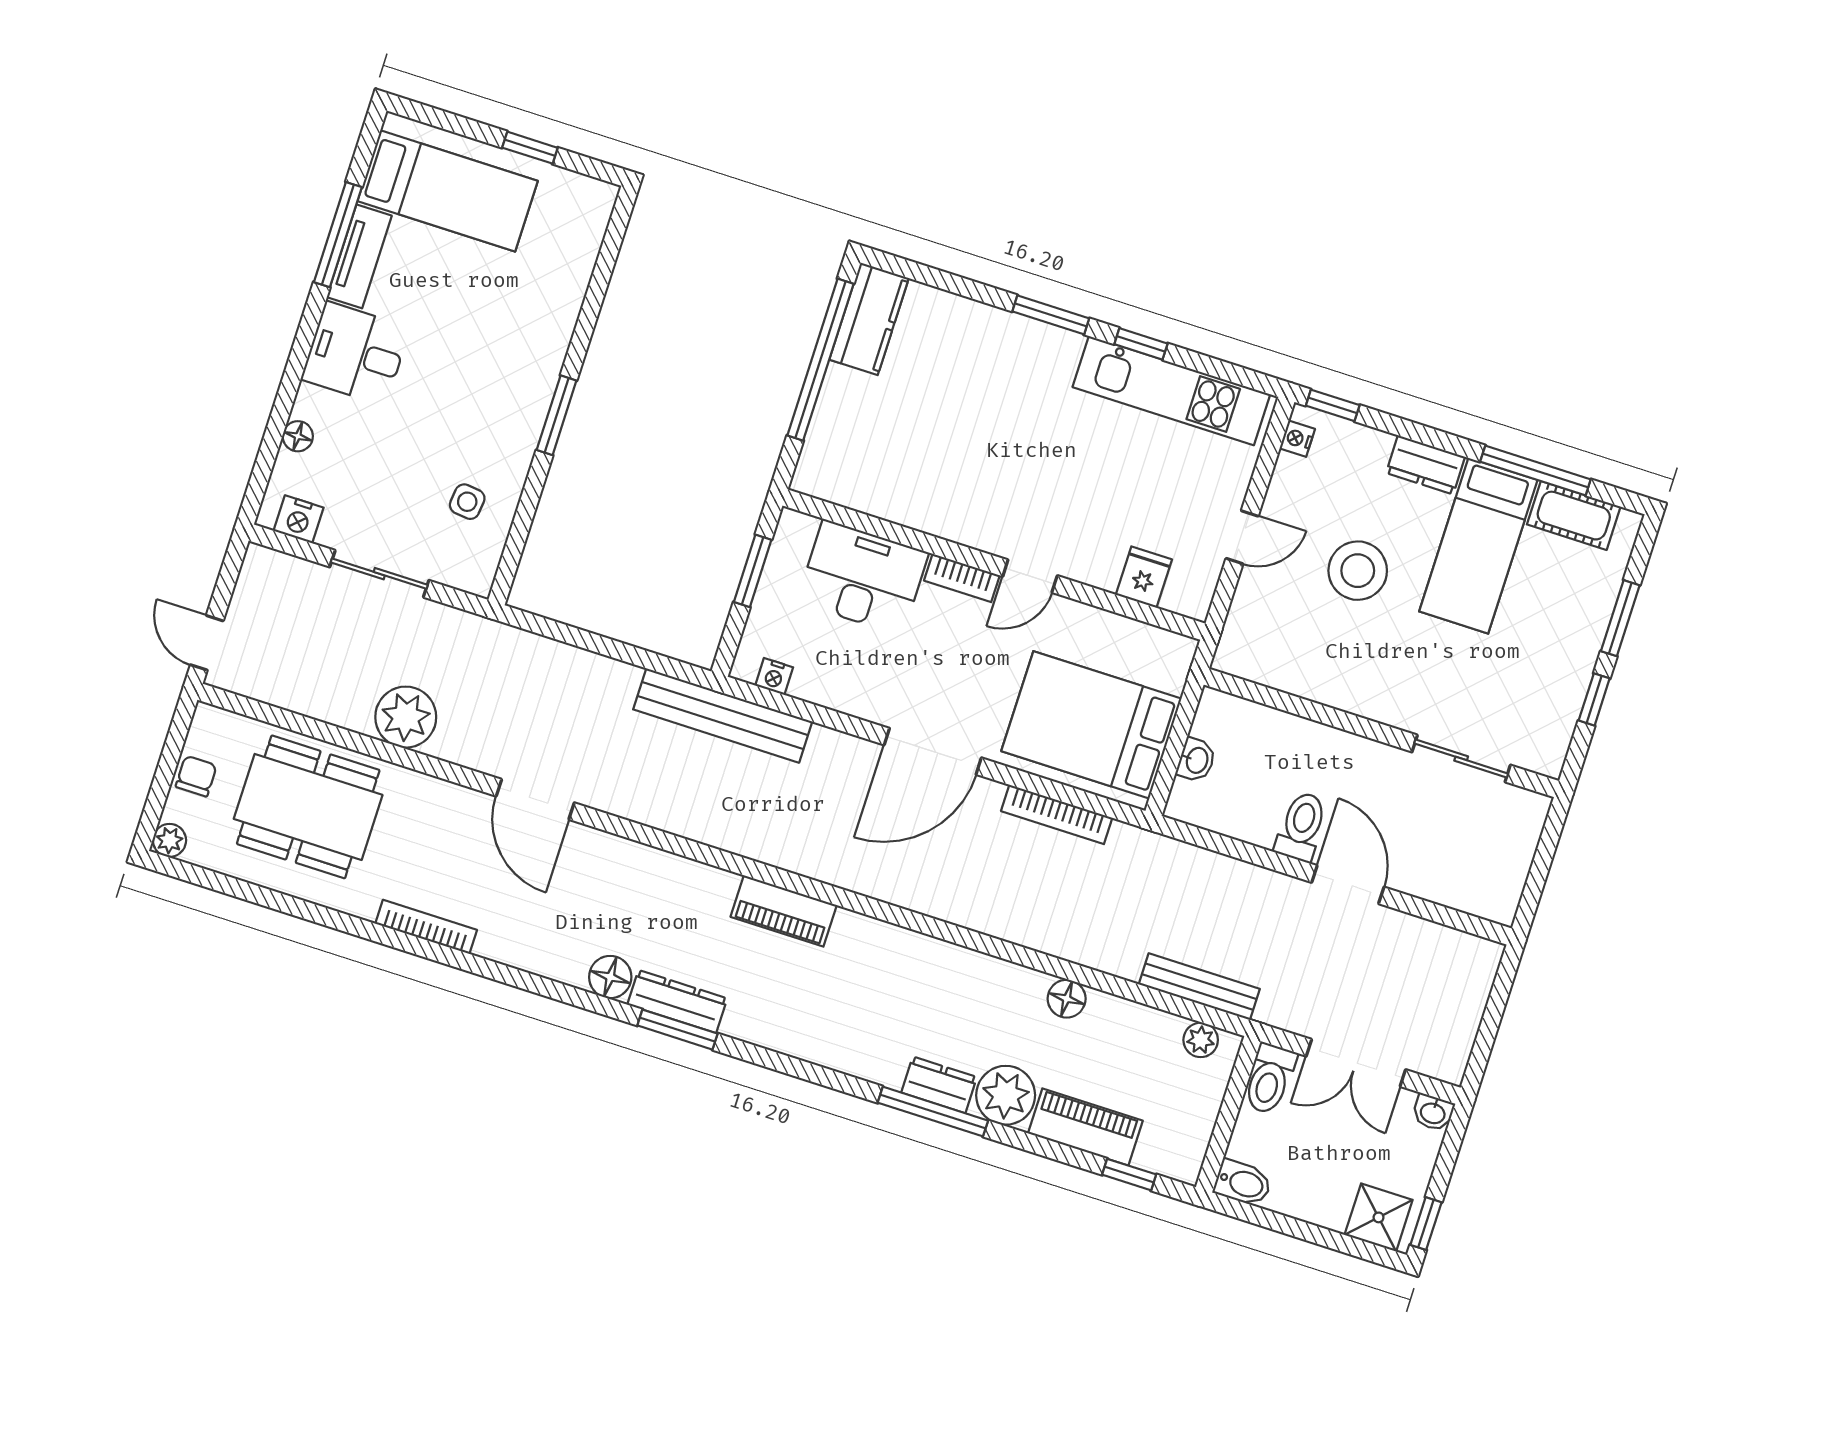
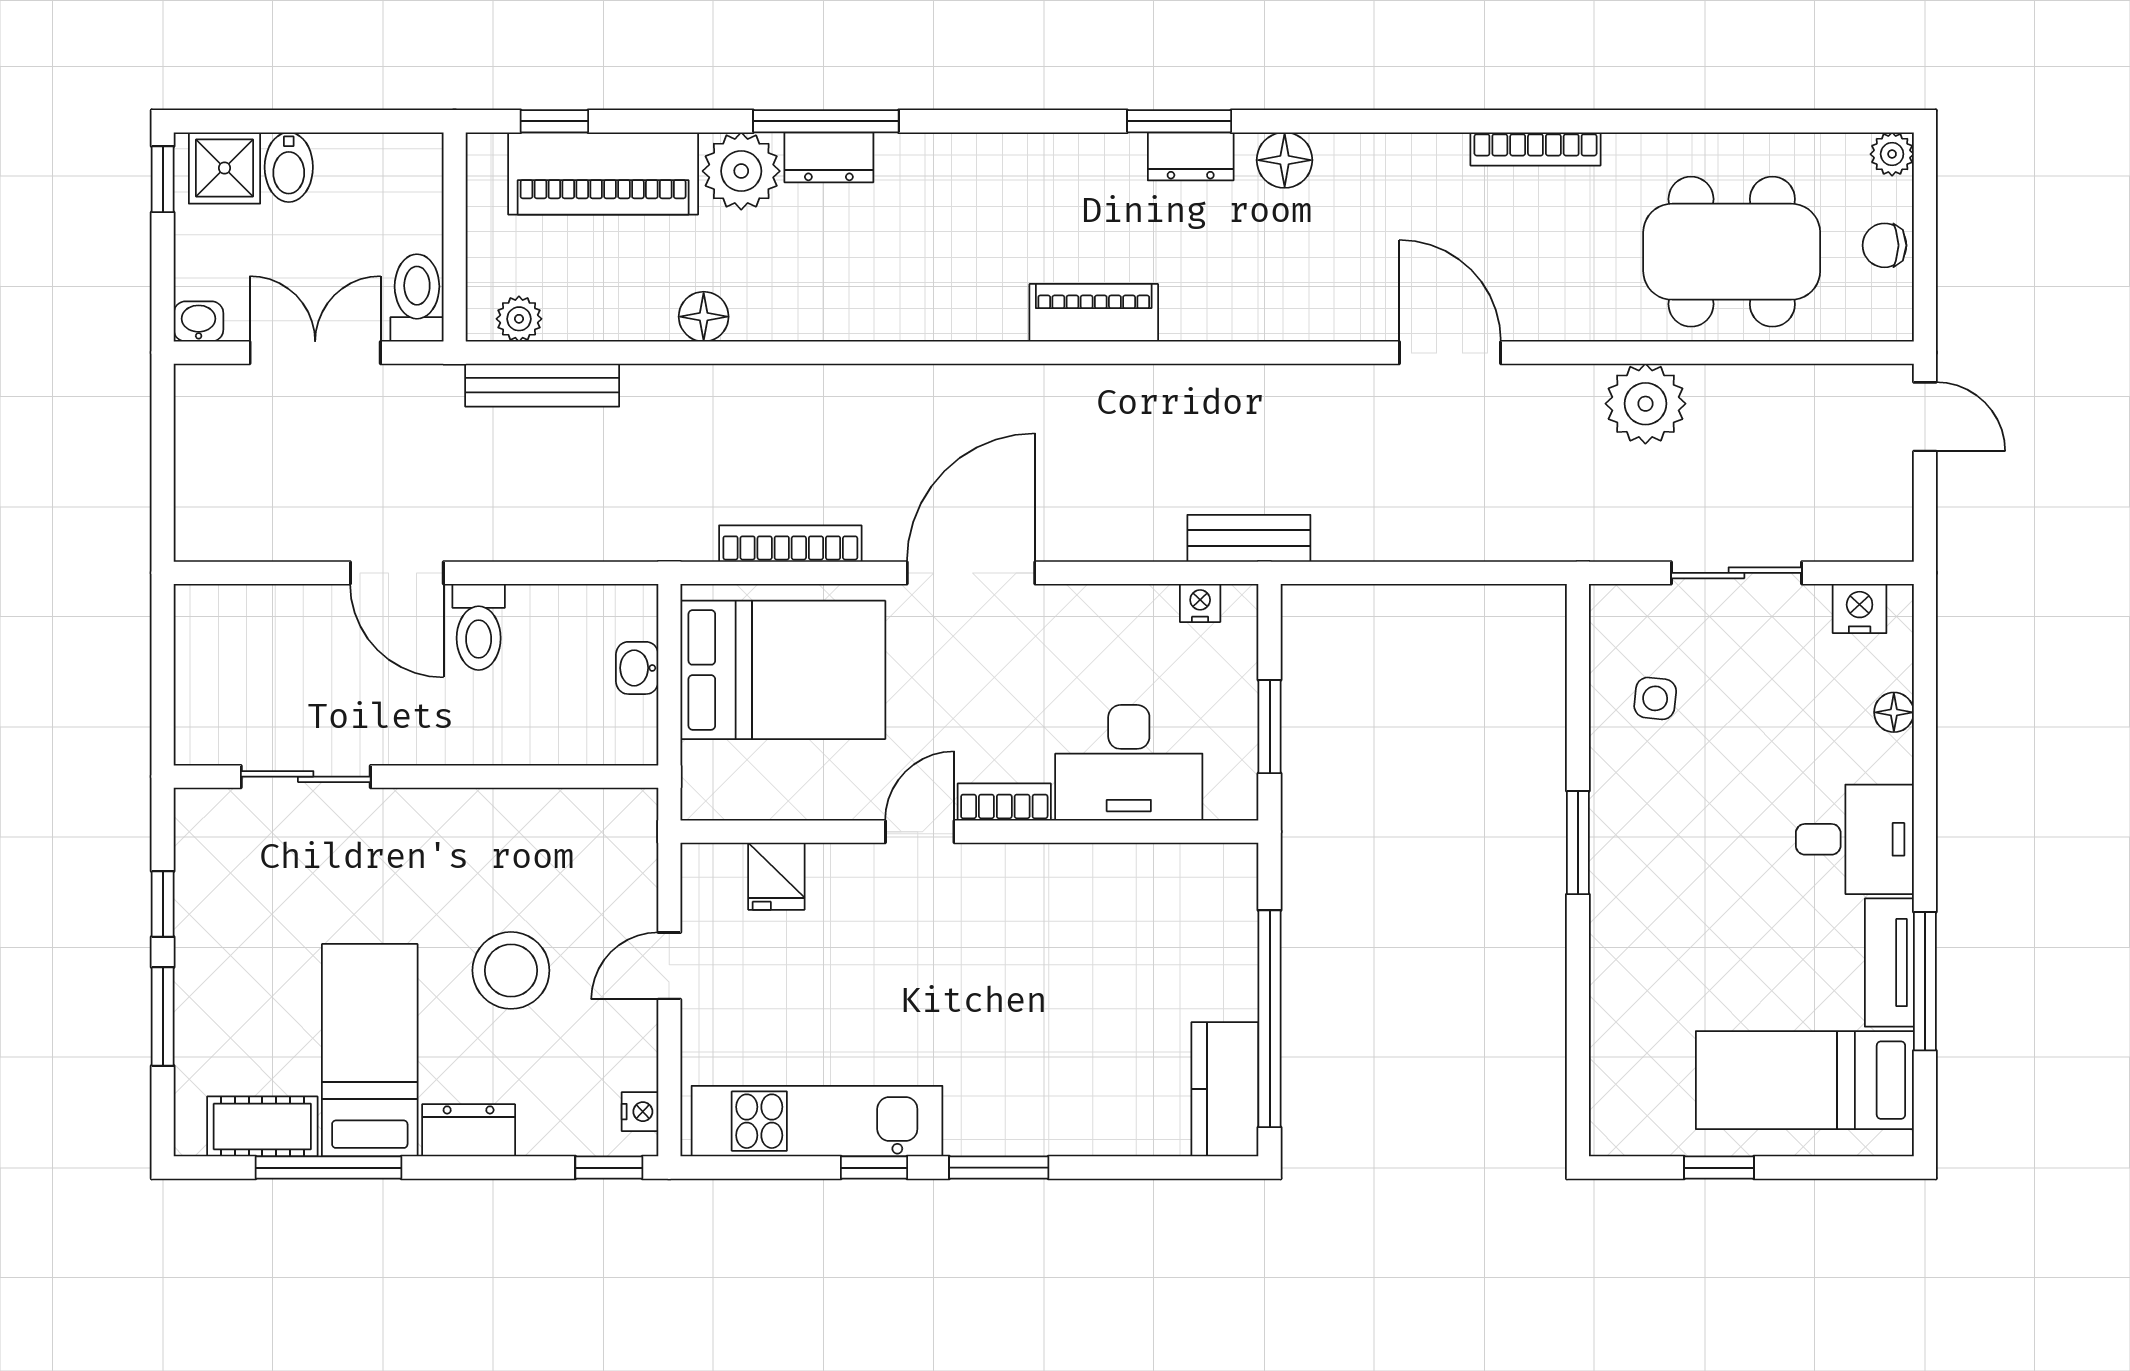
bench: (723, 715) -> (1249, 538), width x0.54, depth x0.82
chair: (196, 776) -> (1885, 245), turned 90
dresser: (677, 1001) -> (1191, 156), width x0.70
piano: (1085, 1127) -> (603, 174), width x1.37, depth x1.33
bidet: (1243, 1183) -> (289, 167), moved, turned -90

